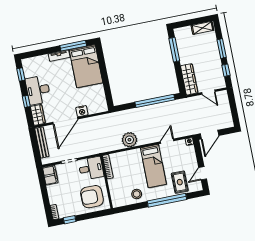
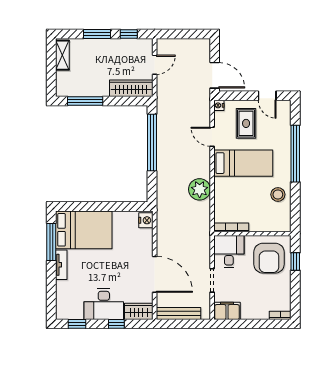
nightstand: (82, 111) -> (146, 220), moved
rug: (180, 182) -> (246, 123), moved, turned 90
window: (70, 220) -> (295, 262), moved

